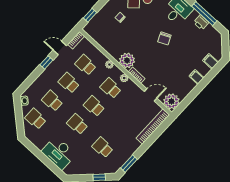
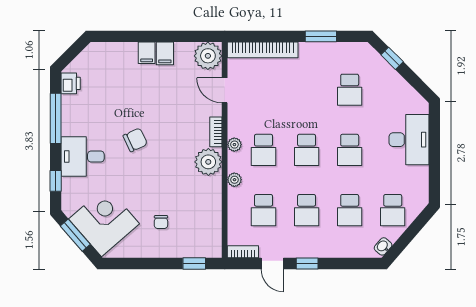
printer: (201, 22) -> (71, 83), moved
filing cabinet: (210, 61) -> (165, 53), moved
window: (129, 164) -> (321, 36), moved

